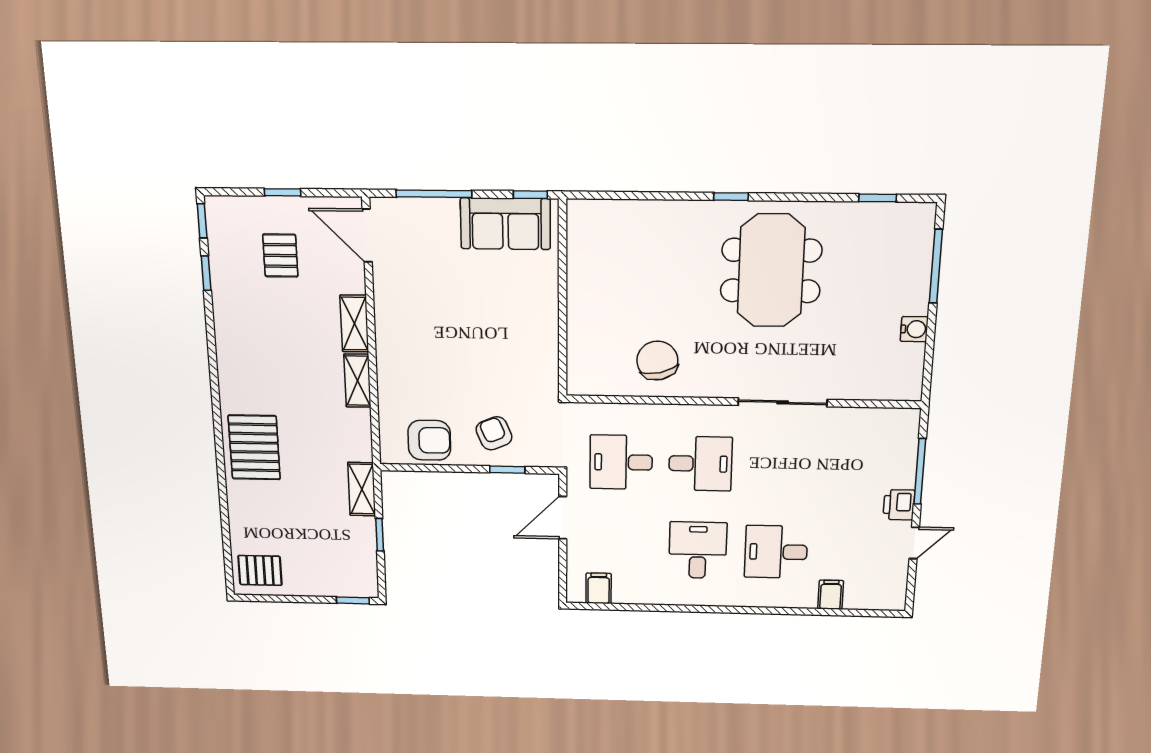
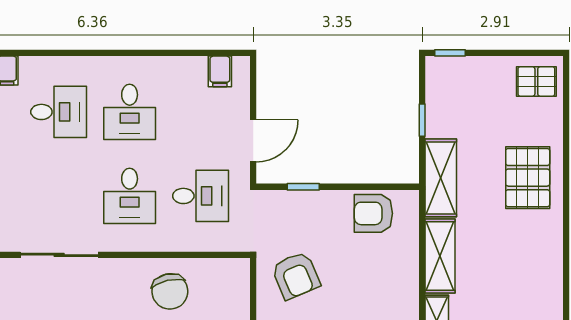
shelving: (357, 381) -> (440, 256), width x1.50, depth x1.33
armchair: (494, 433) -> (296, 275), moved, width x1.38, depth x1.38
pallet: (254, 447) -> (528, 178), moved
desk: (700, 464) -> (130, 196), turned -90
shelving: (362, 489) -> (441, 178), width x1.50, depth x1.33

